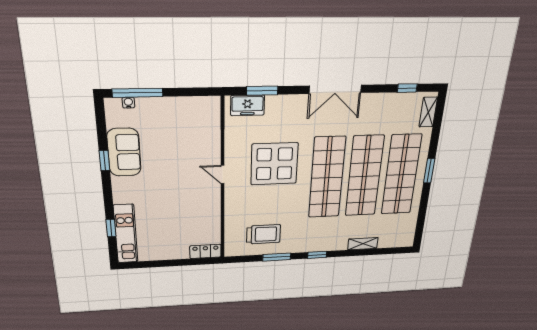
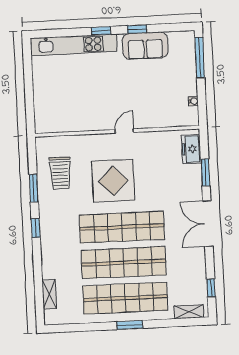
window: (262, 91) -> (205, 172), moved
water cooler: (128, 103) -> (193, 101), moved
display table: (274, 164) -> (113, 181), moved
window: (111, 228) -> (101, 31), moved
kitchen unit: (126, 234) -> (73, 45), width x1.36
shelving: (363, 244) -> (49, 294), moved
locker: (205, 251) -> (41, 119), removed

